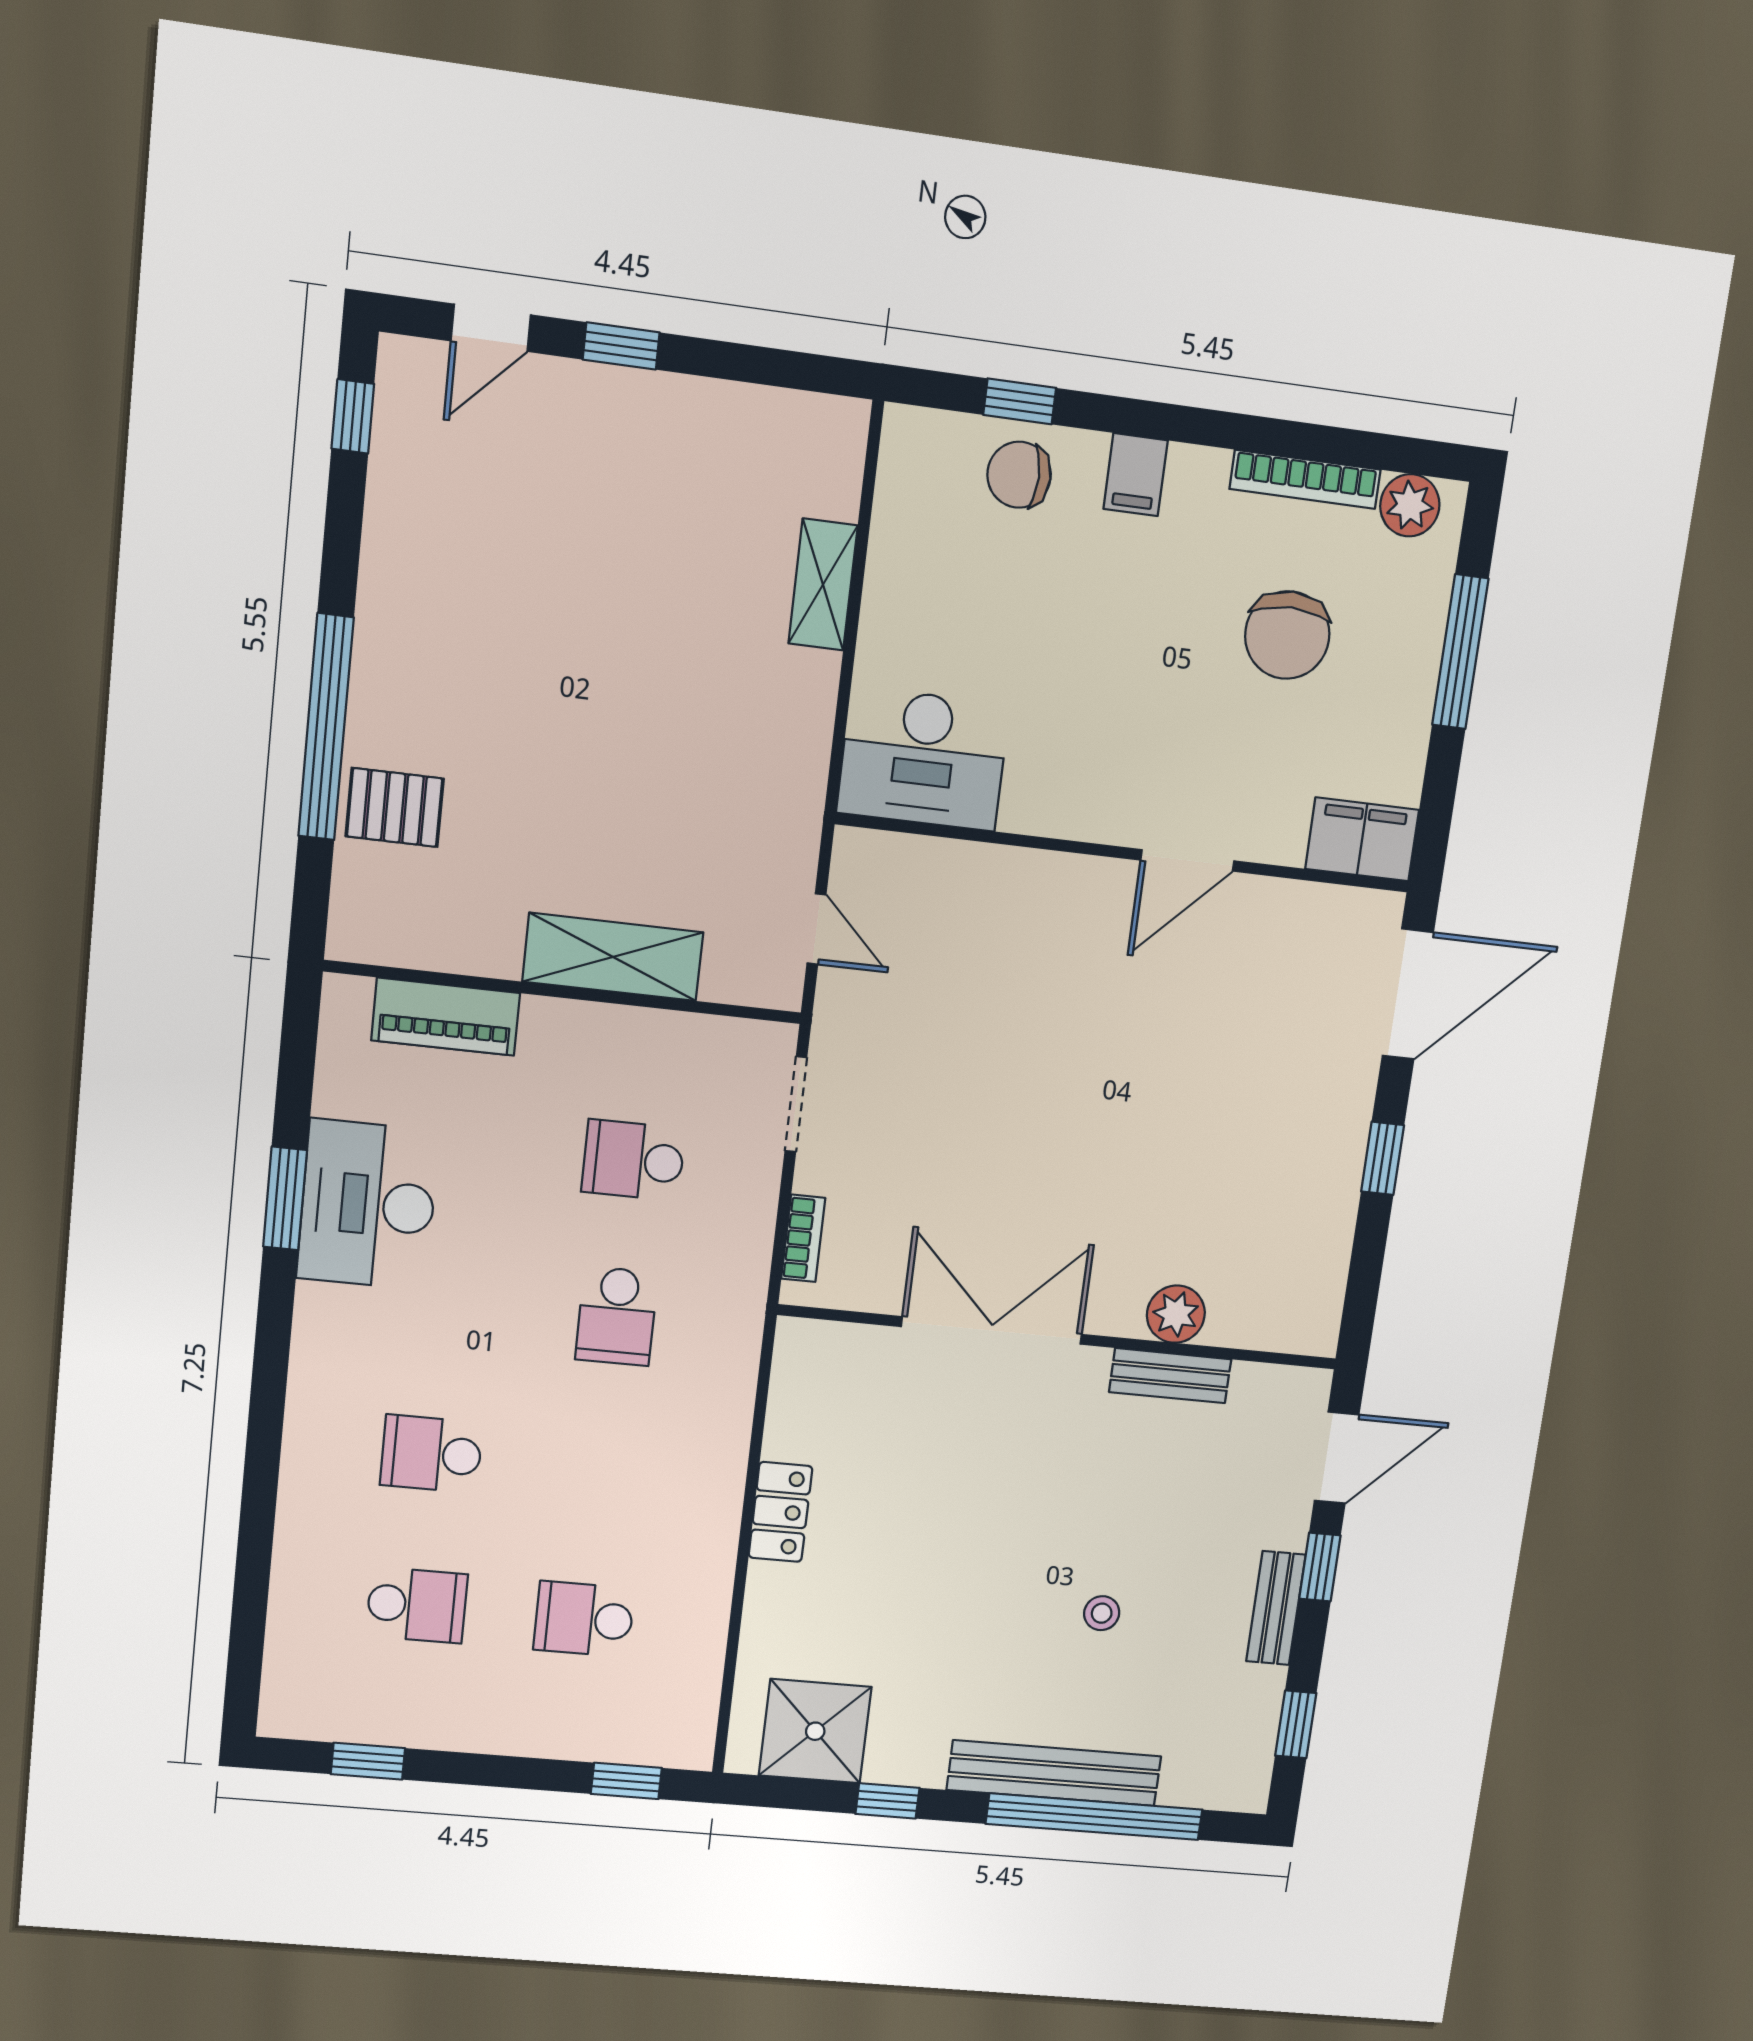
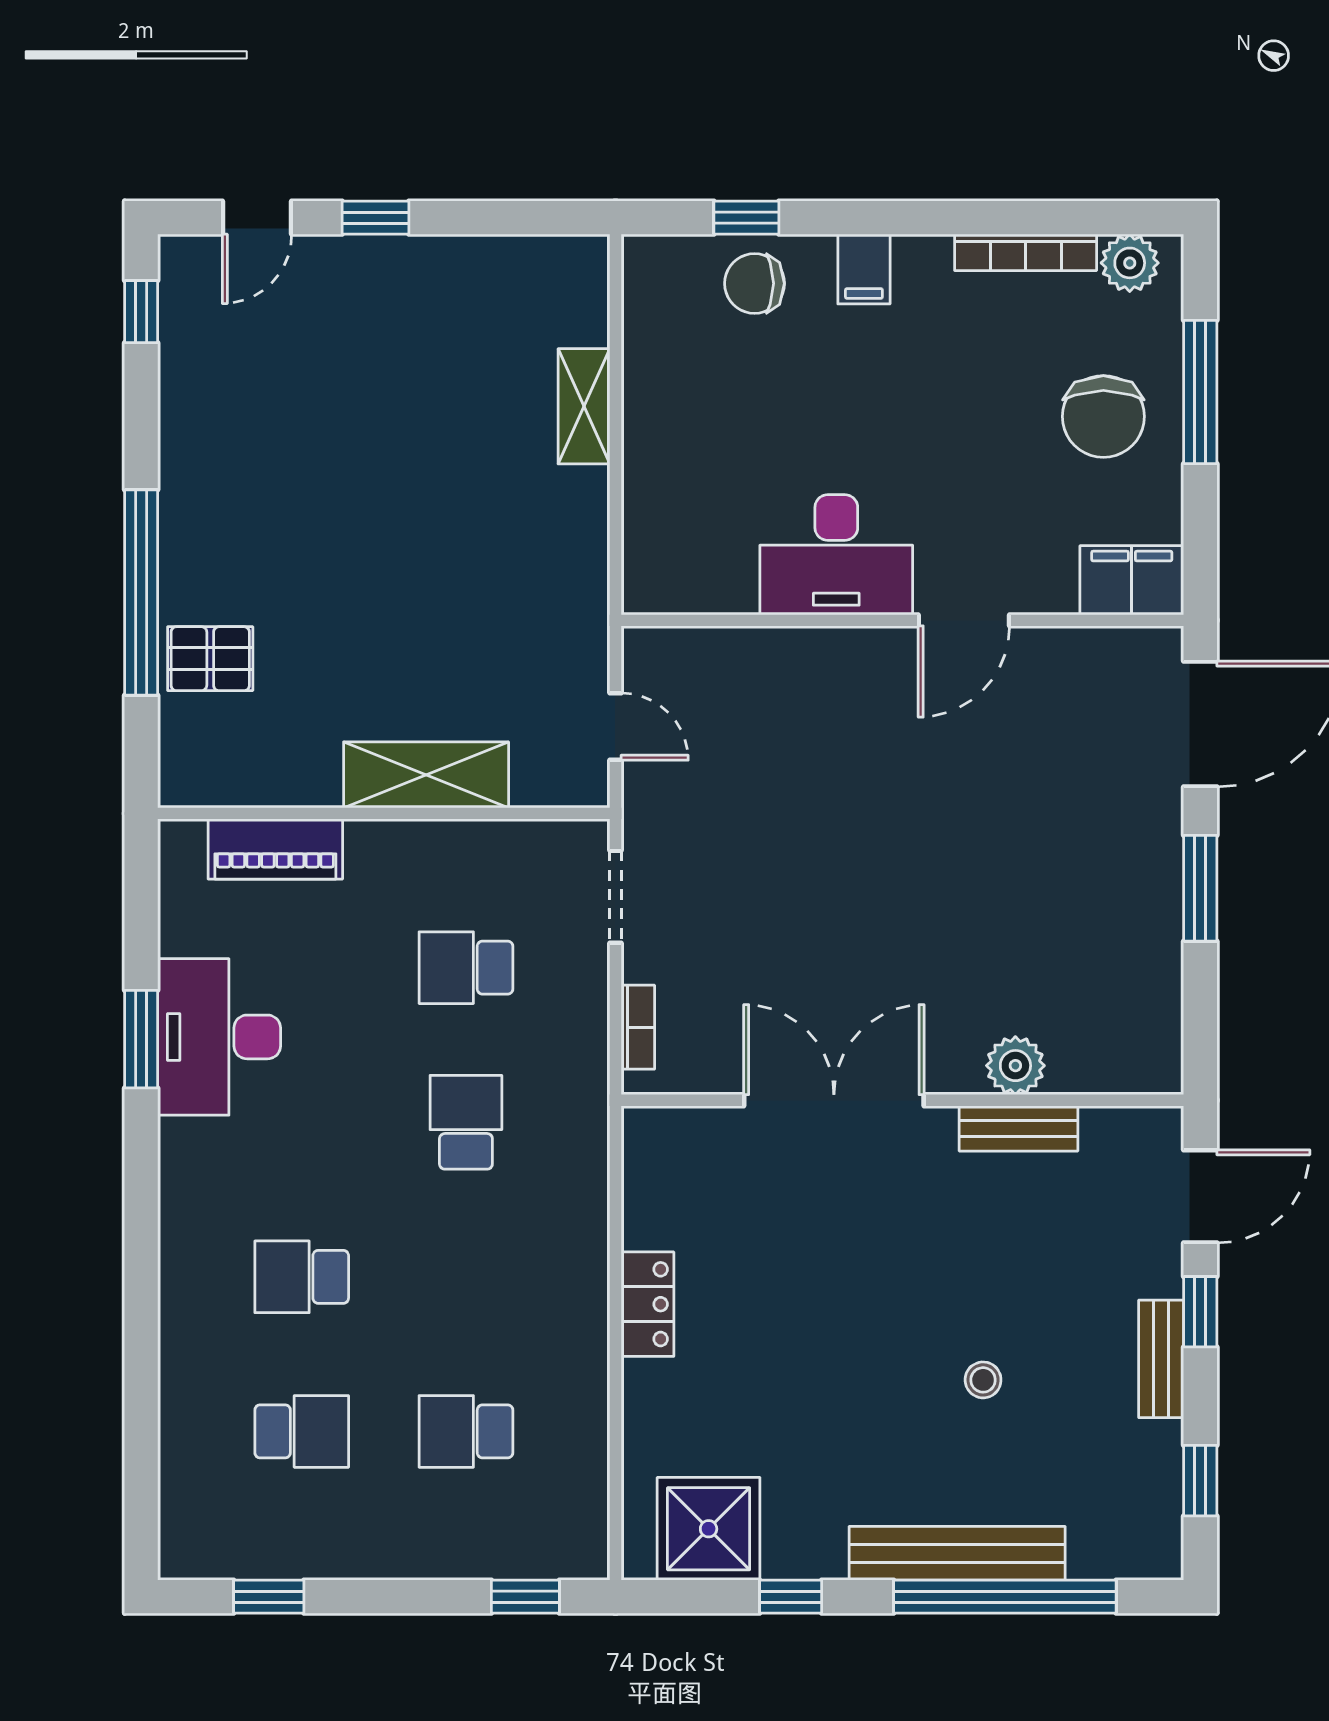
chair: (1287, 635) -> (1103, 416), moved
desk: (923, 759) -> (836, 555), moved
window: (1383, 1158) -> (1200, 888), width x1.50
school desk: (617, 1316) -> (466, 1122), turned 180

